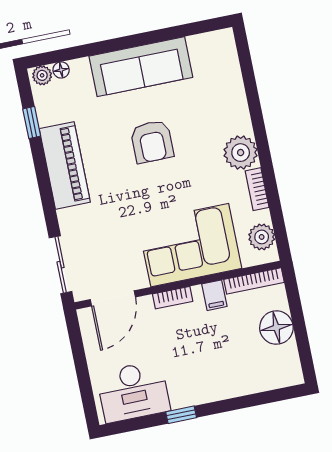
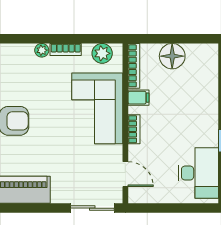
plant: (241, 153) -> (42, 50), width x0.53, depth x0.53
door: (113, 298) -> (125, 174), width x0.73

